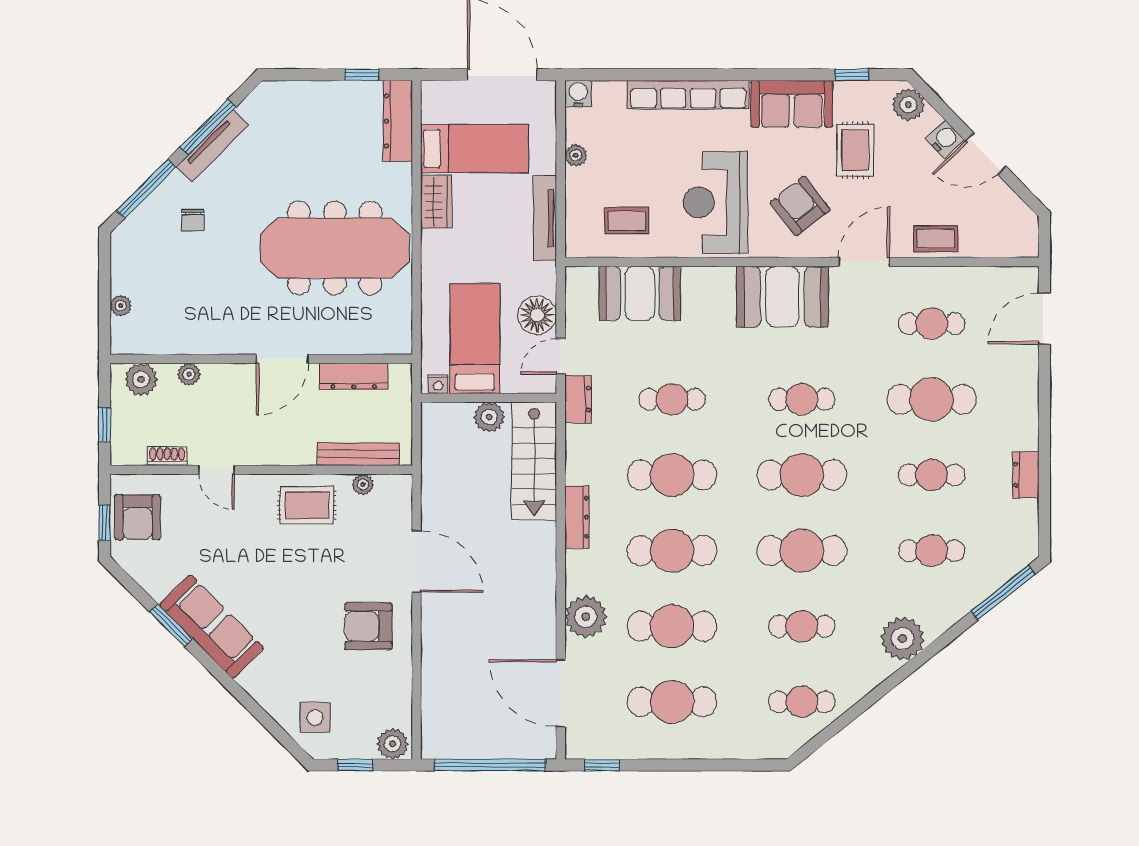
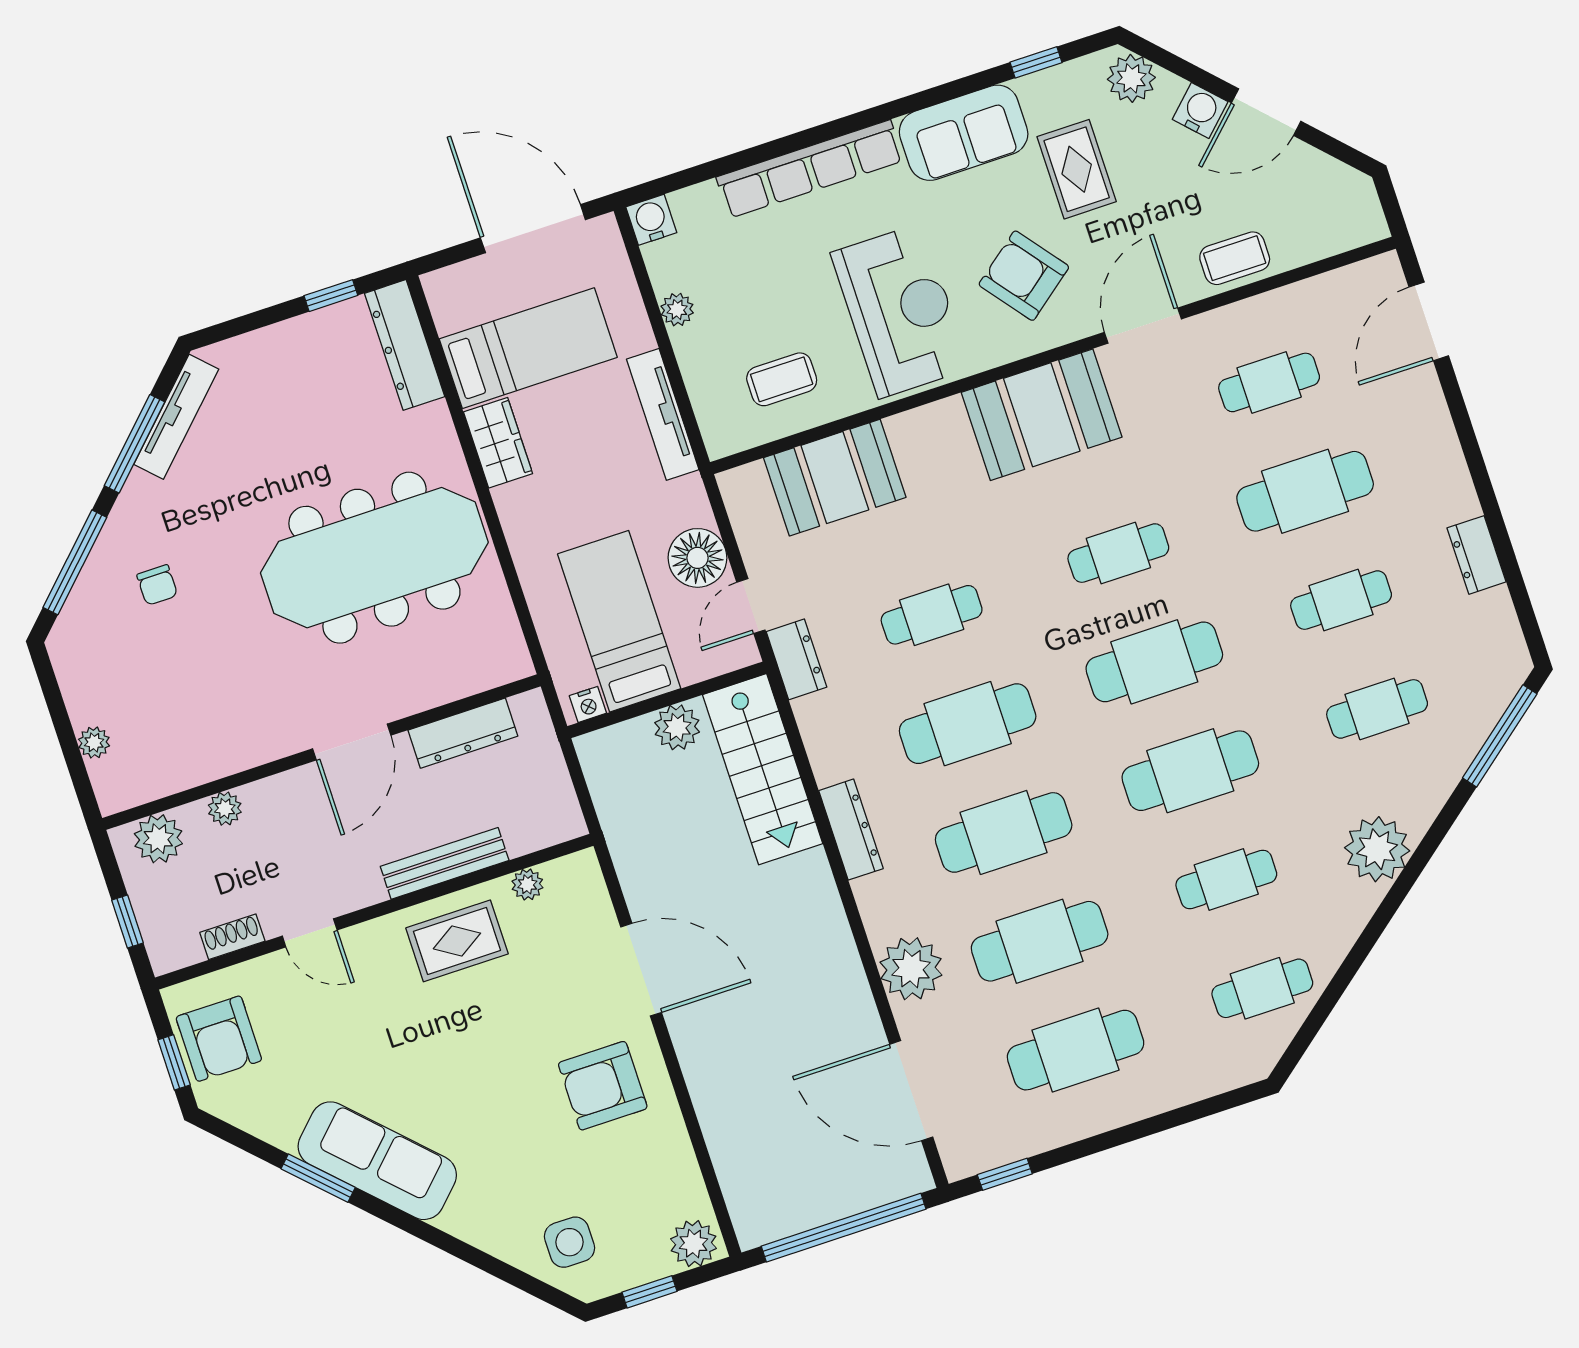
tv unit: (213, 146) -> (176, 417), moved
reception desk: (715, 202) -> (900, 311), turned 180
bench: (358, 454) -> (445, 863), moved

